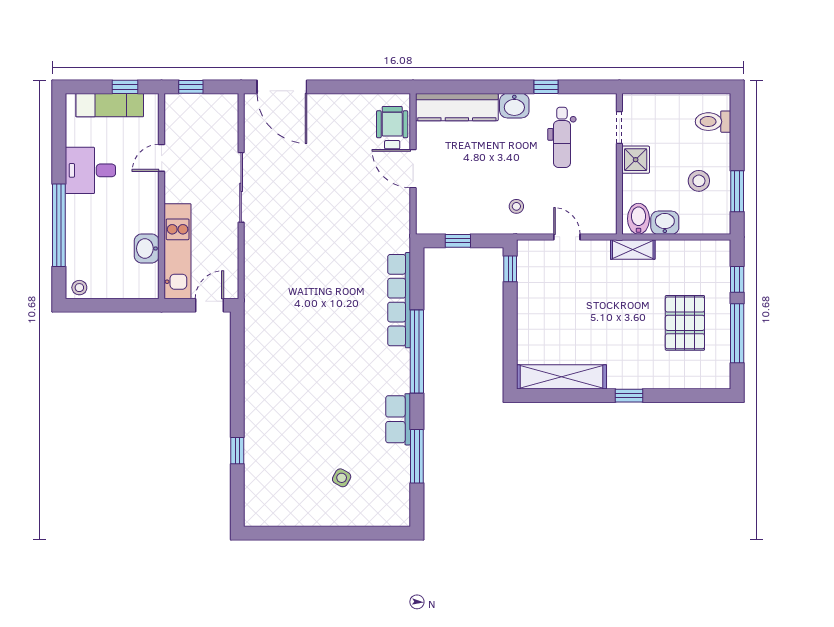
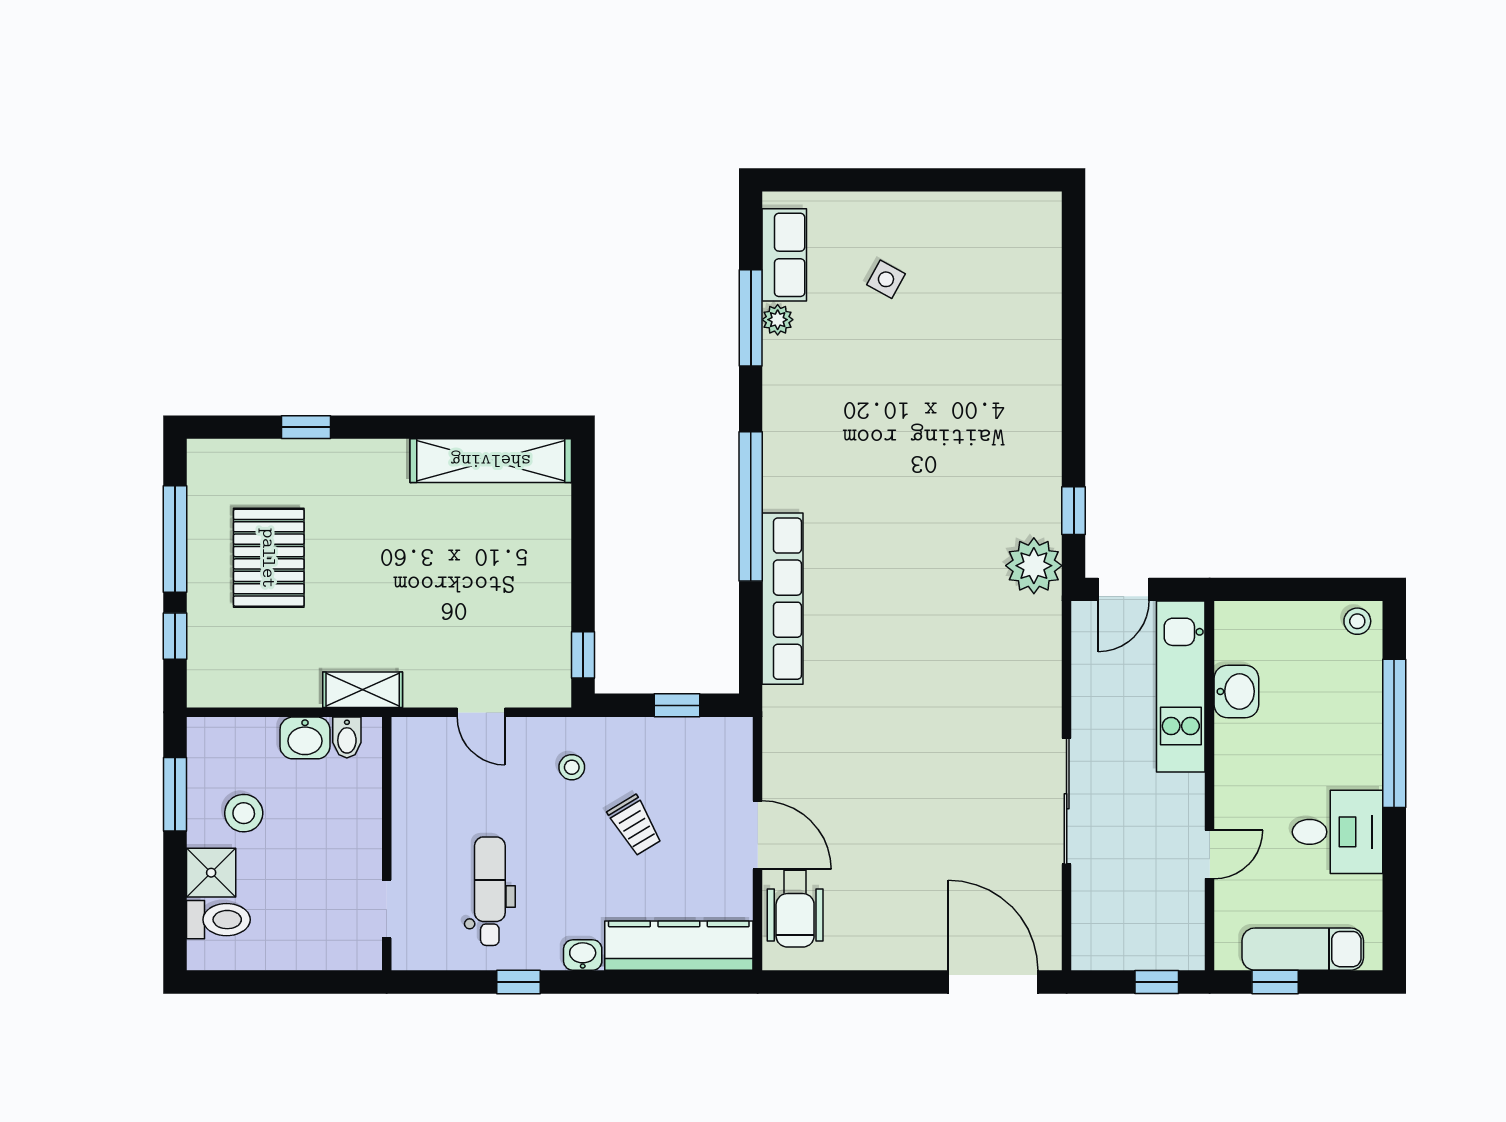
washbasin: (514, 106) -> (583, 955), width x0.72, depth x0.69
shower: (636, 160) -> (211, 873), moved
trolley: (481, 174) -> (635, 825), added
bidet: (638, 219) -> (347, 738), width x0.72, depth x0.74
plant: (259, 318) -> (1034, 566), added
window: (629, 396) -> (306, 427), moved
row of seats: (398, 419) -> (784, 255), moved
window: (237, 451) -> (1074, 511), moved
plant: (402, 455) -> (778, 320), added

